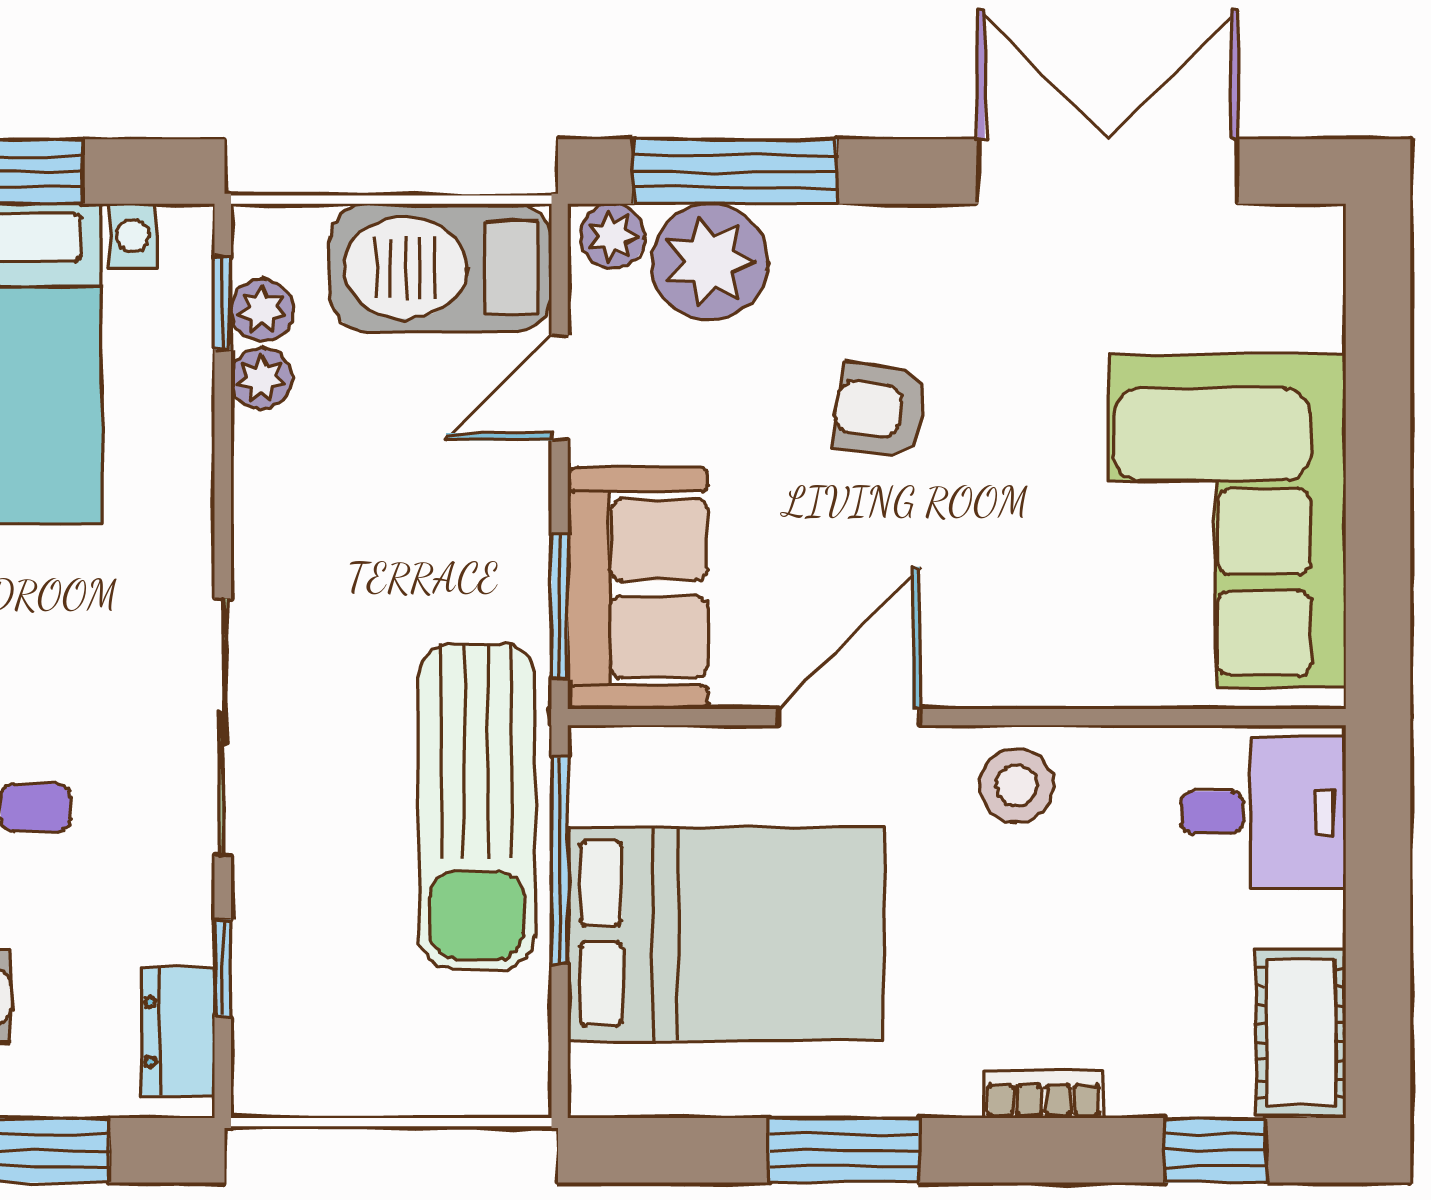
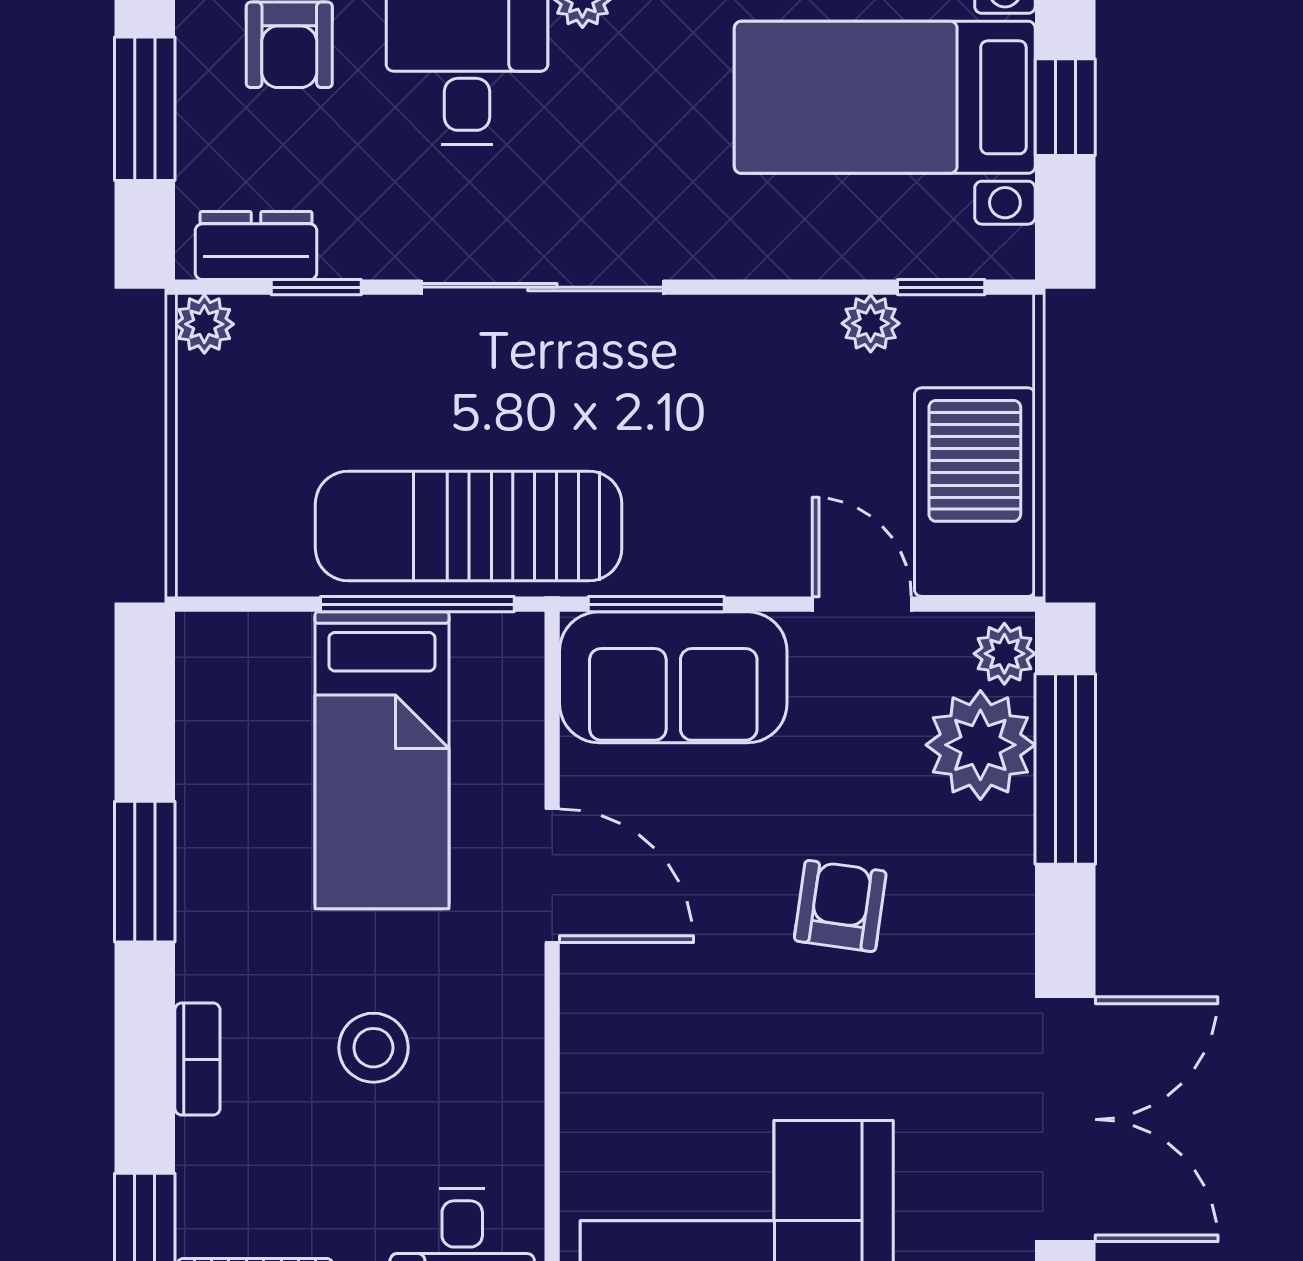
plant: (262, 310) -> (204, 324), moved
stool: (1017, 786) -> (373, 1048), moved
bed: (726, 934) -> (382, 760), width x0.67

